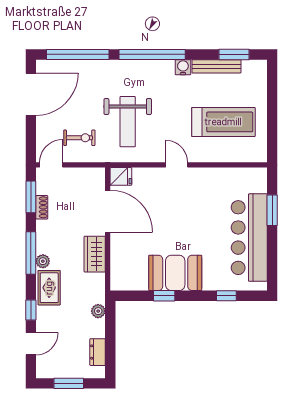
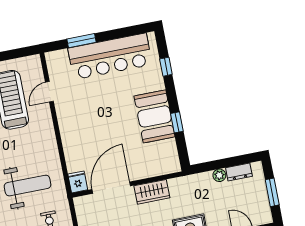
door: (177, 165) -> (49, 92), moved
plant: (98, 311) -> (219, 175), moved

